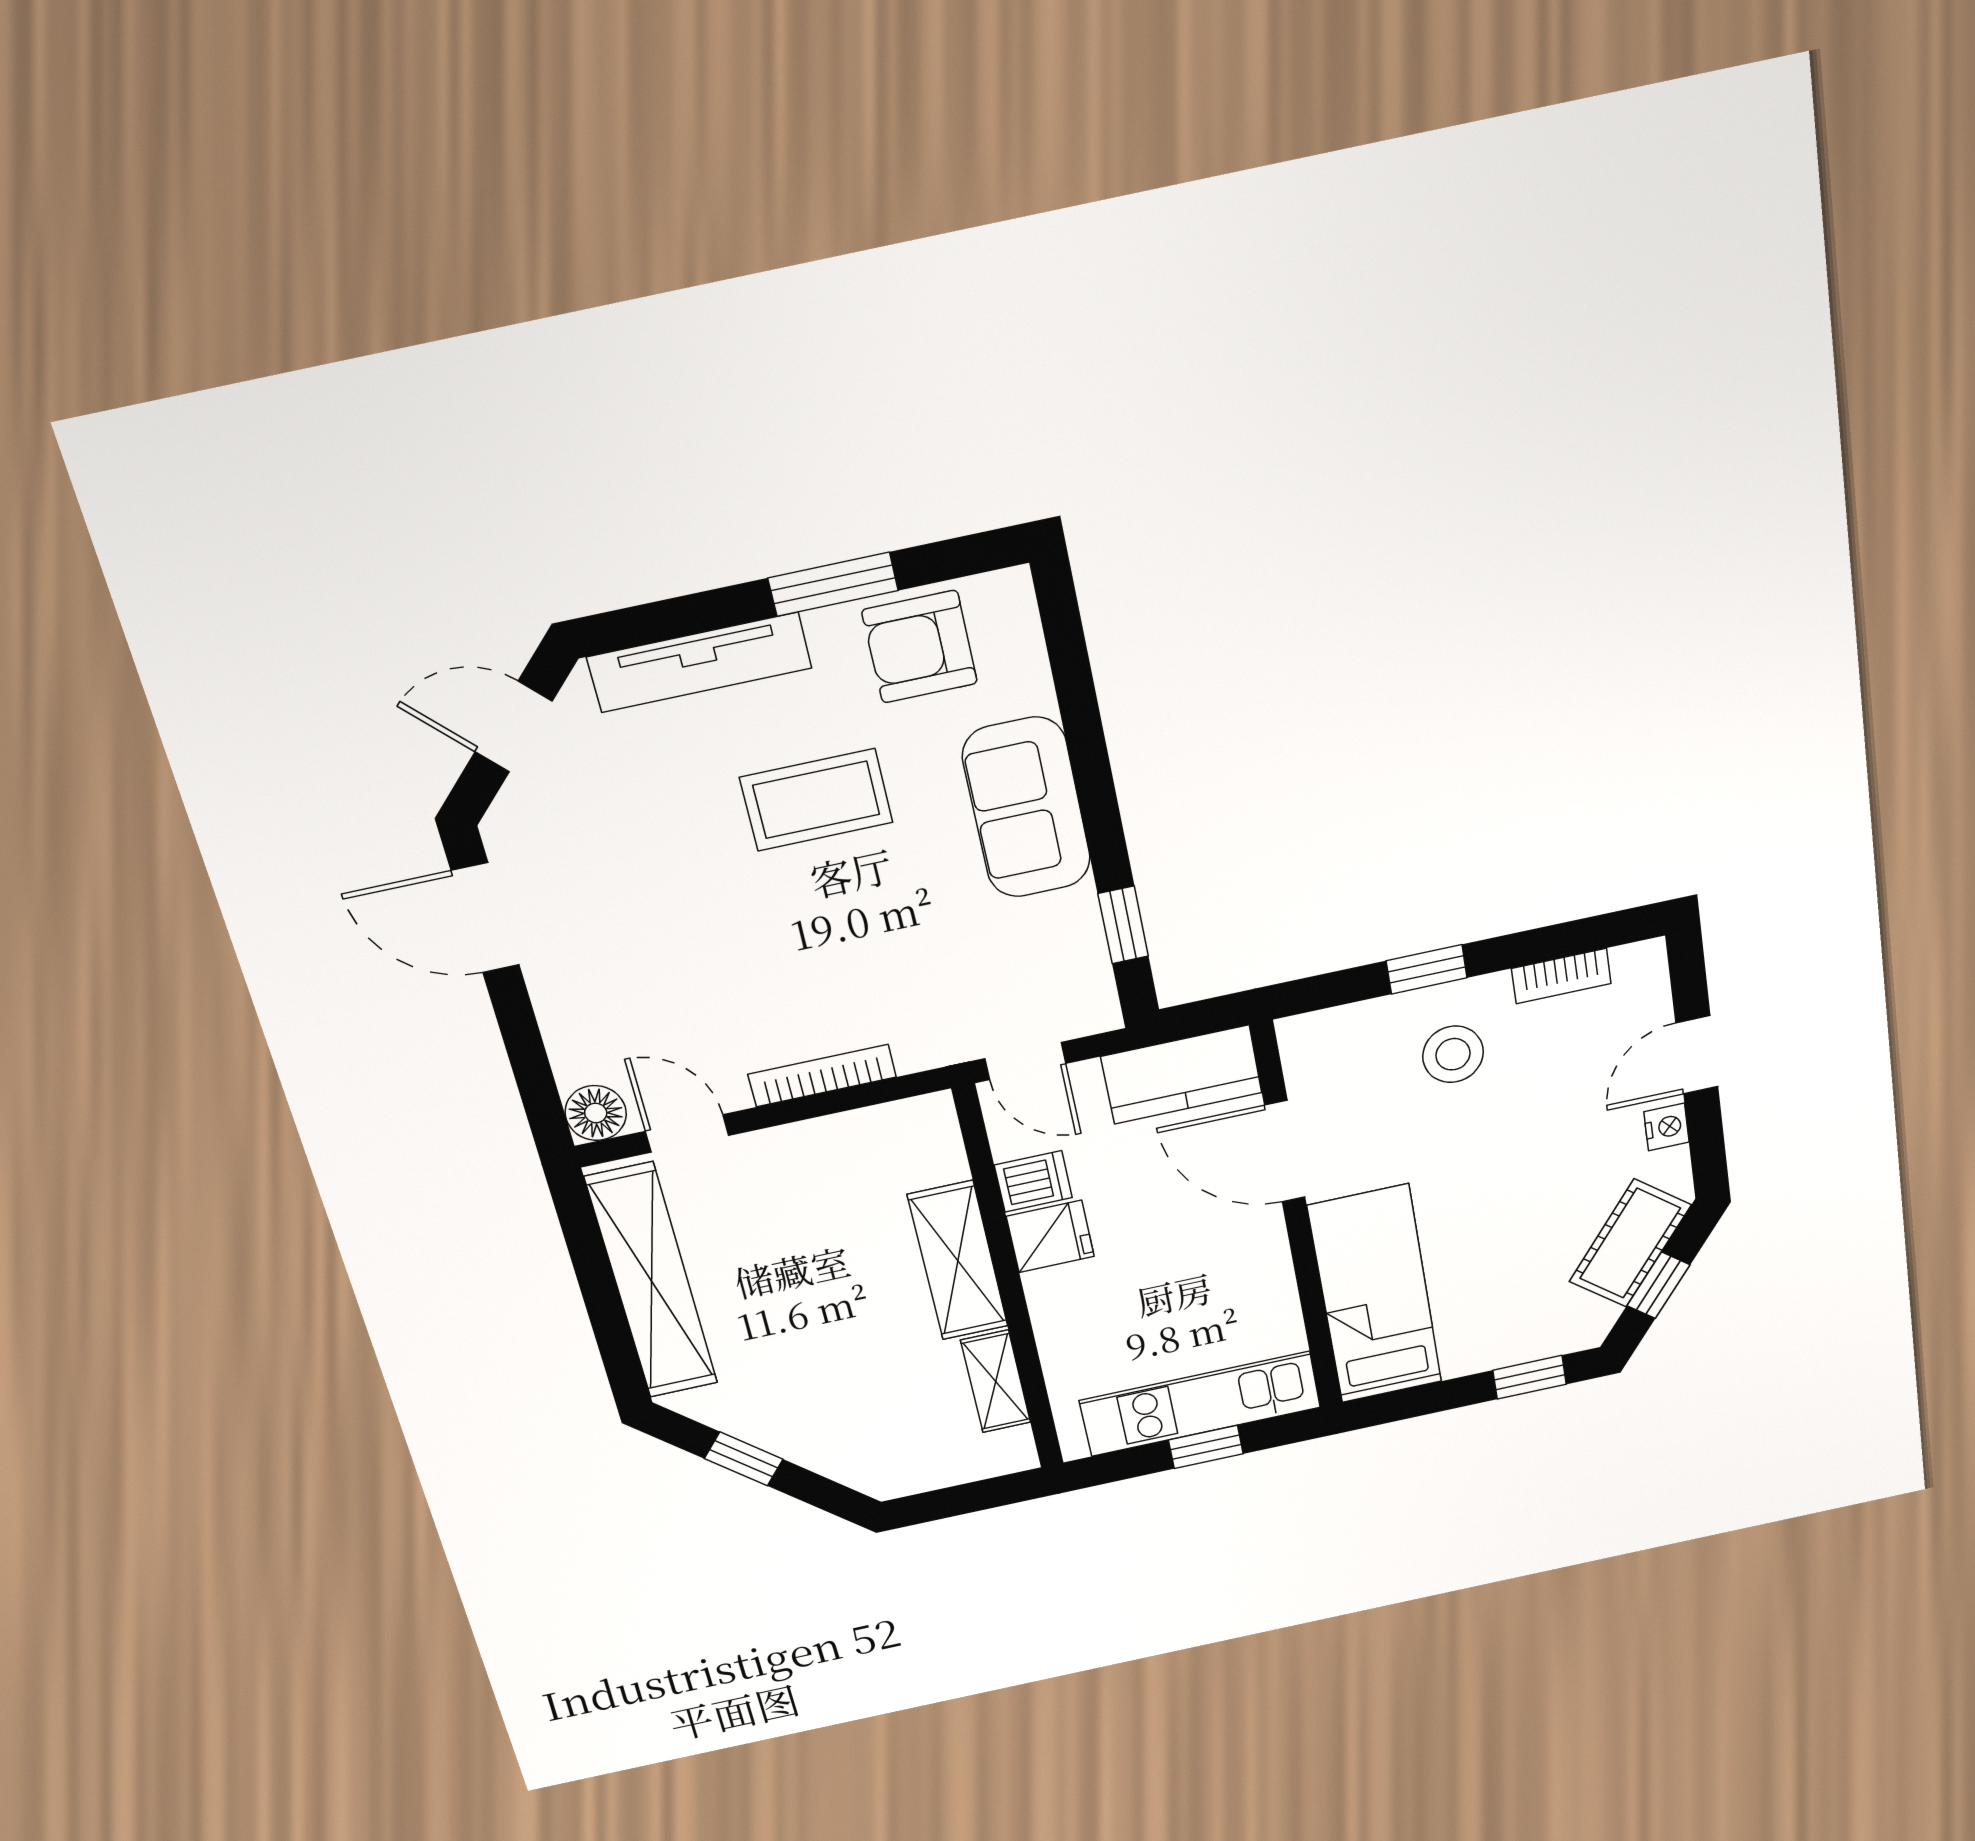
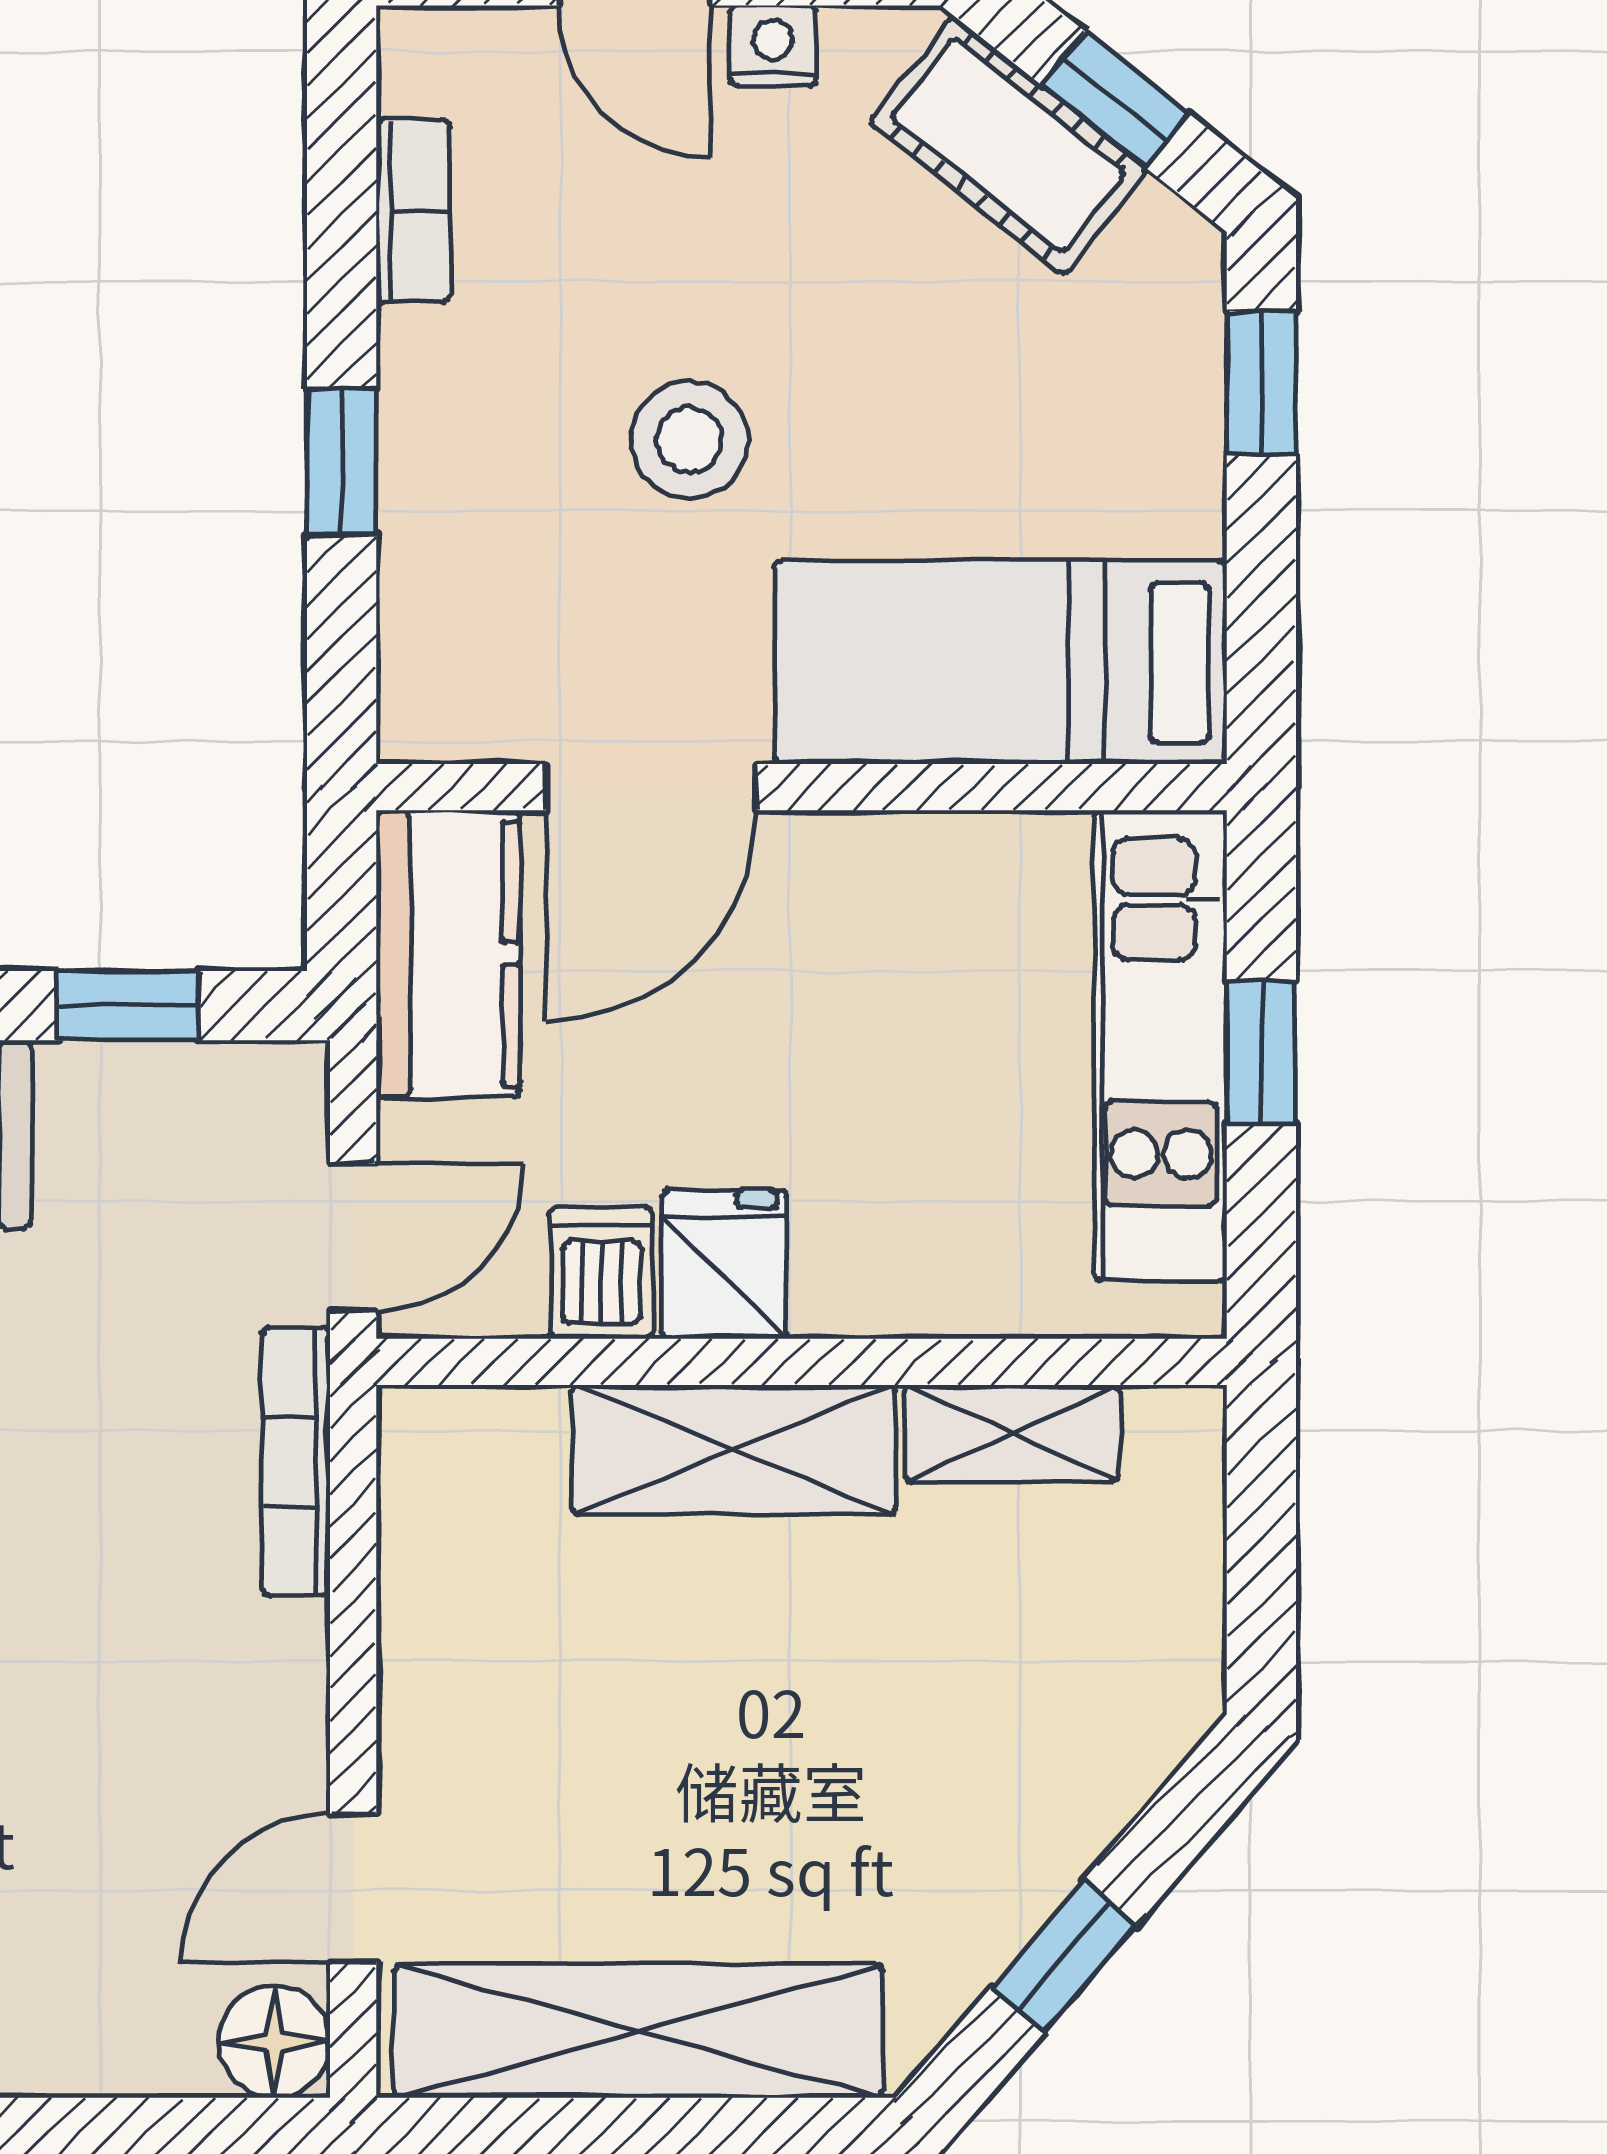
stool: (1453, 1054) -> (689, 440), moved
bookcase: (822, 1076) -> (296, 1462), moved

